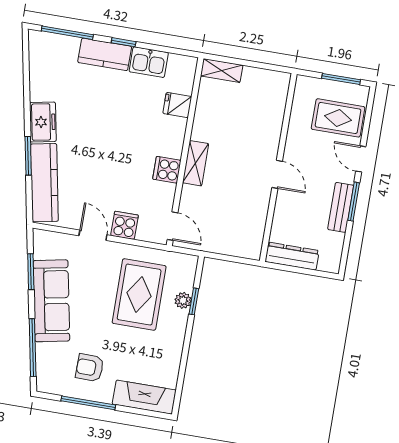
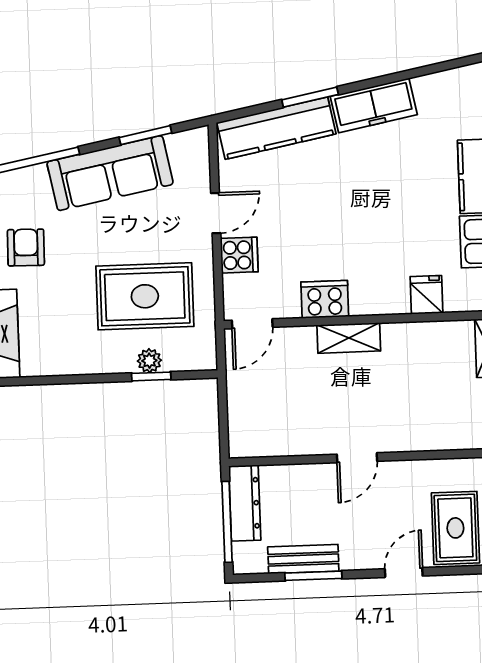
freezer: (43, 122) -> (374, 105), width x1.40
cooker: (167, 170) -> (325, 299), width x1.36
window: (354, 202) -> (313, 576), moved
bench: (341, 207) -> (303, 559), moved
window: (302, 271) -> (227, 522), added

